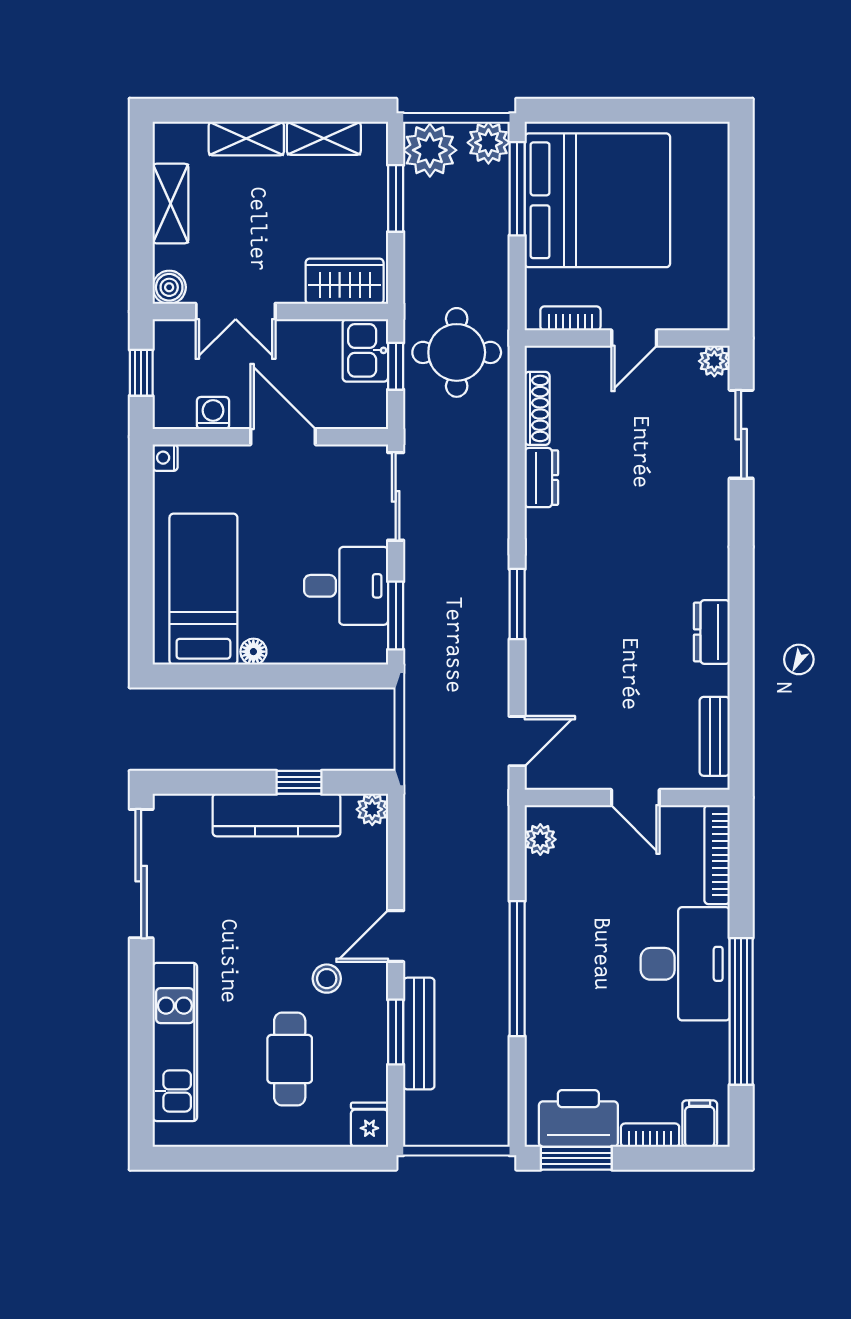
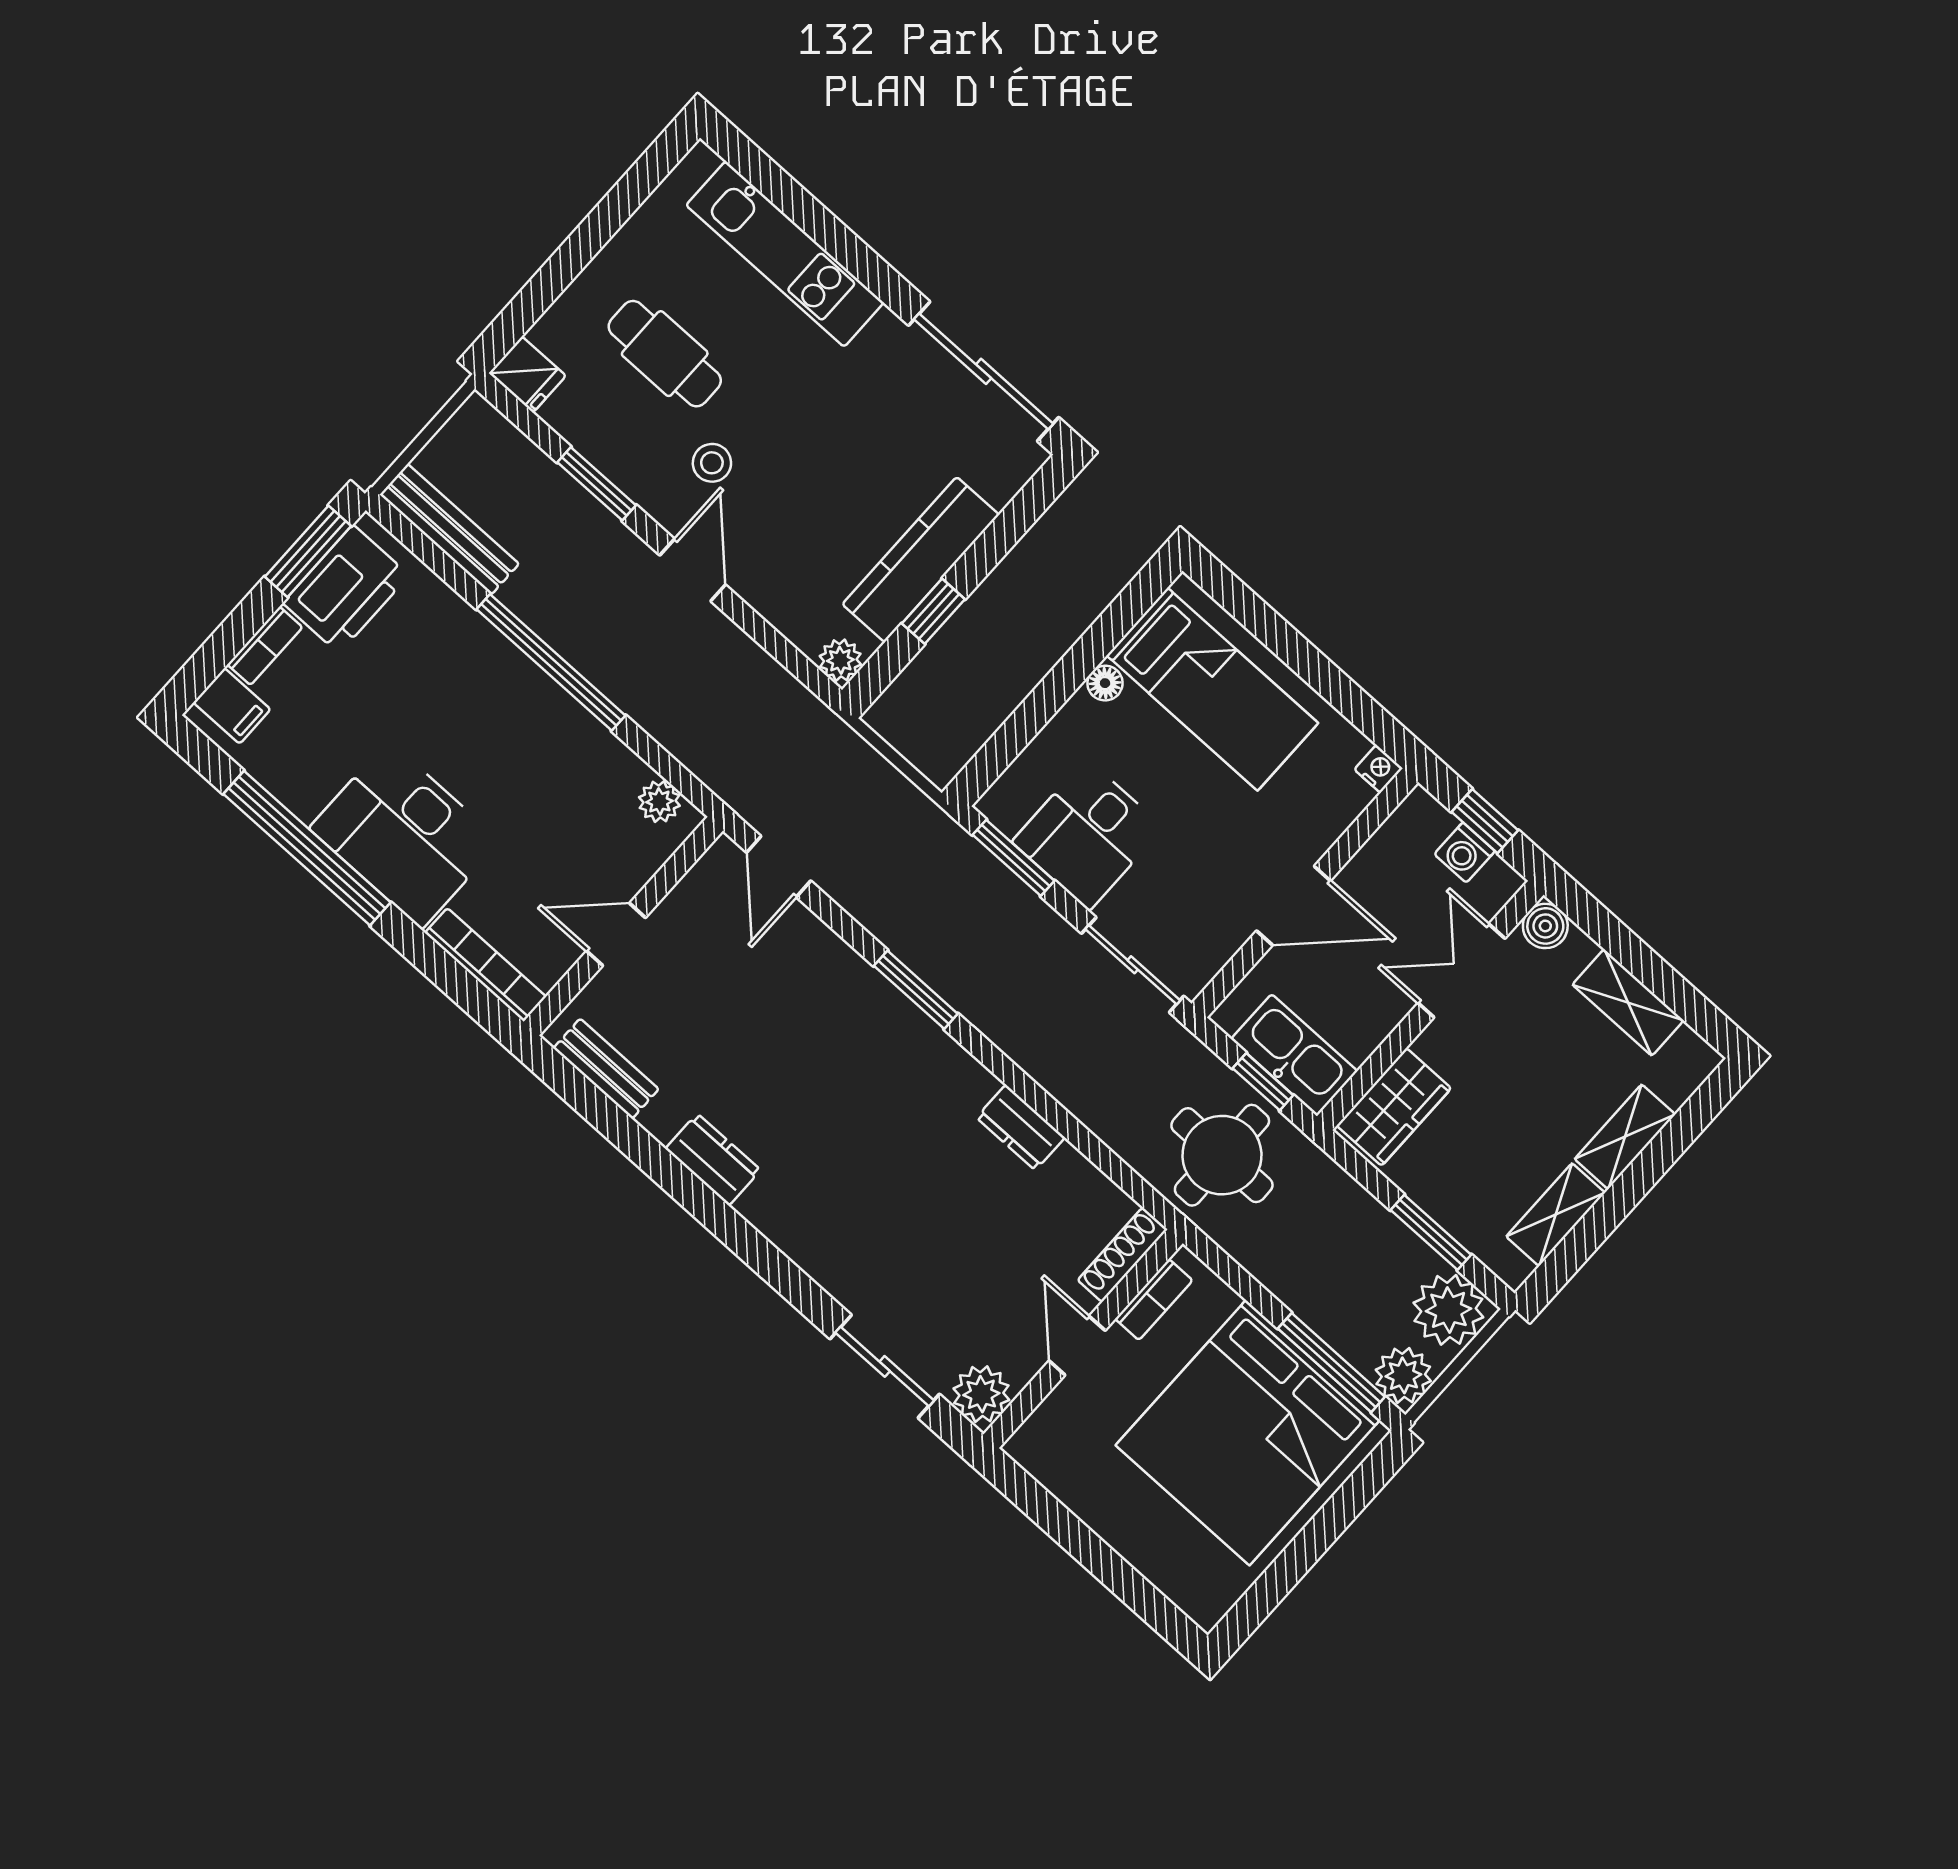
kitchen sink: (365, 350) -> (1294, 1055), width x1.38
plant: (714, 361) -> (981, 1394), width x1.38, depth x1.38
shoe rack: (537, 408) -> (1122, 1255), moved, turned 90
washing machine: (213, 413) -> (1465, 853), moved, turned 90
bench: (419, 1034) -> (449, 529), moved

